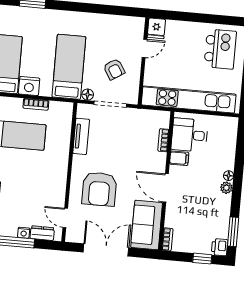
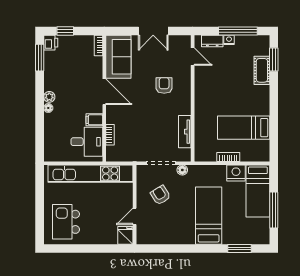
bed: (69, 67) -> (209, 216), moved, turned 180
armchair: (99, 189) -> (164, 85), width x0.53, depth x0.53
double door: (106, 250) -> (153, 31), width x0.73

